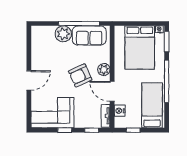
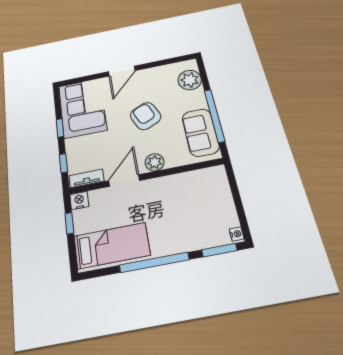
plant: (63, 34) -> (190, 80), moved
bed: (140, 48) -> (200, 209), removed
armchair: (80, 75) -> (146, 116), moved
door: (29, 80) -> (122, 71), hinge flipped
nightstand: (120, 111) -> (79, 201), moved

